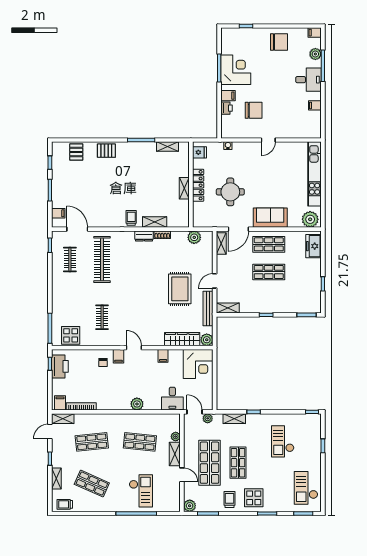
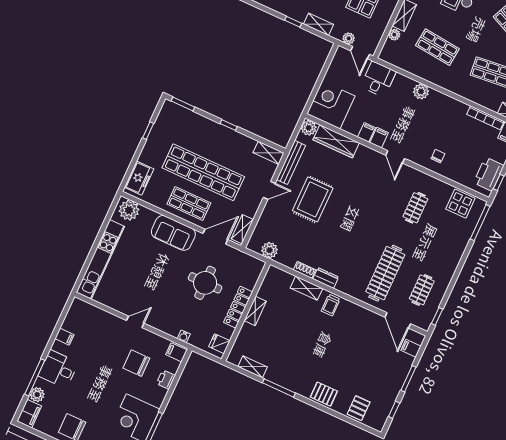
filing cabinet: (315, 33) -> (29, 414), width x2.00
filing cabinet: (228, 96) -> (176, 352), moved
shop shelf: (269, 272) -> (203, 172), width x2.00, depth x1.36
filing cabinet: (119, 356) -> (379, 138), moved

